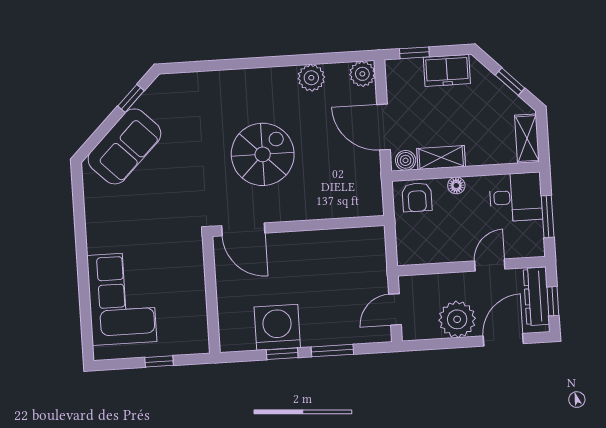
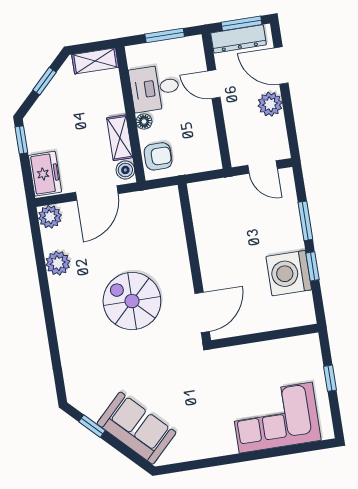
window: (414, 53) -> (21, 140), moved
freezer: (447, 70) -> (45, 174), moved
desk: (516, 197) -> (155, 88), moved, turned -90
window: (553, 301) -> (242, 23), width x1.50
plant: (457, 319) -> (270, 104), width x0.73, depth x0.73

